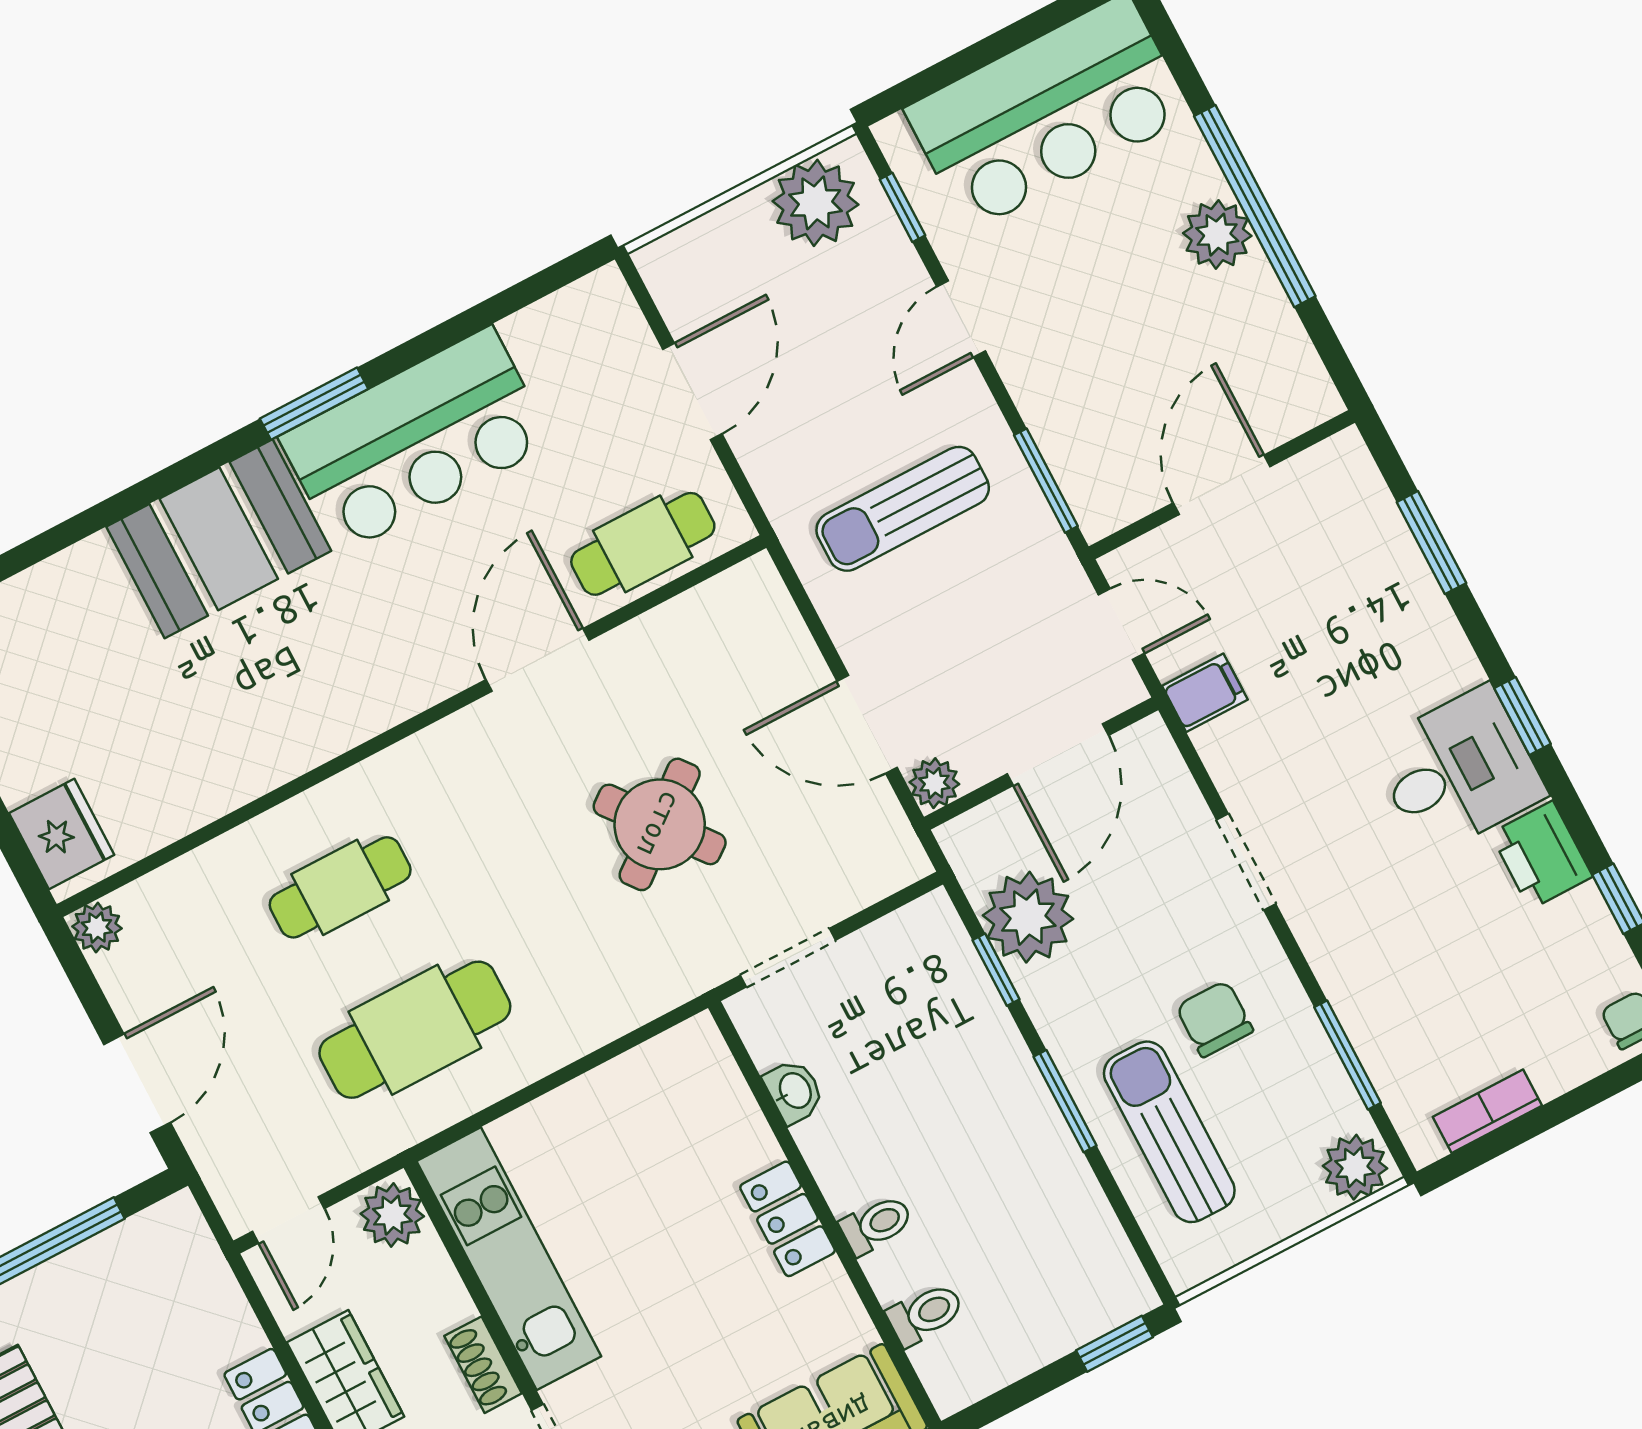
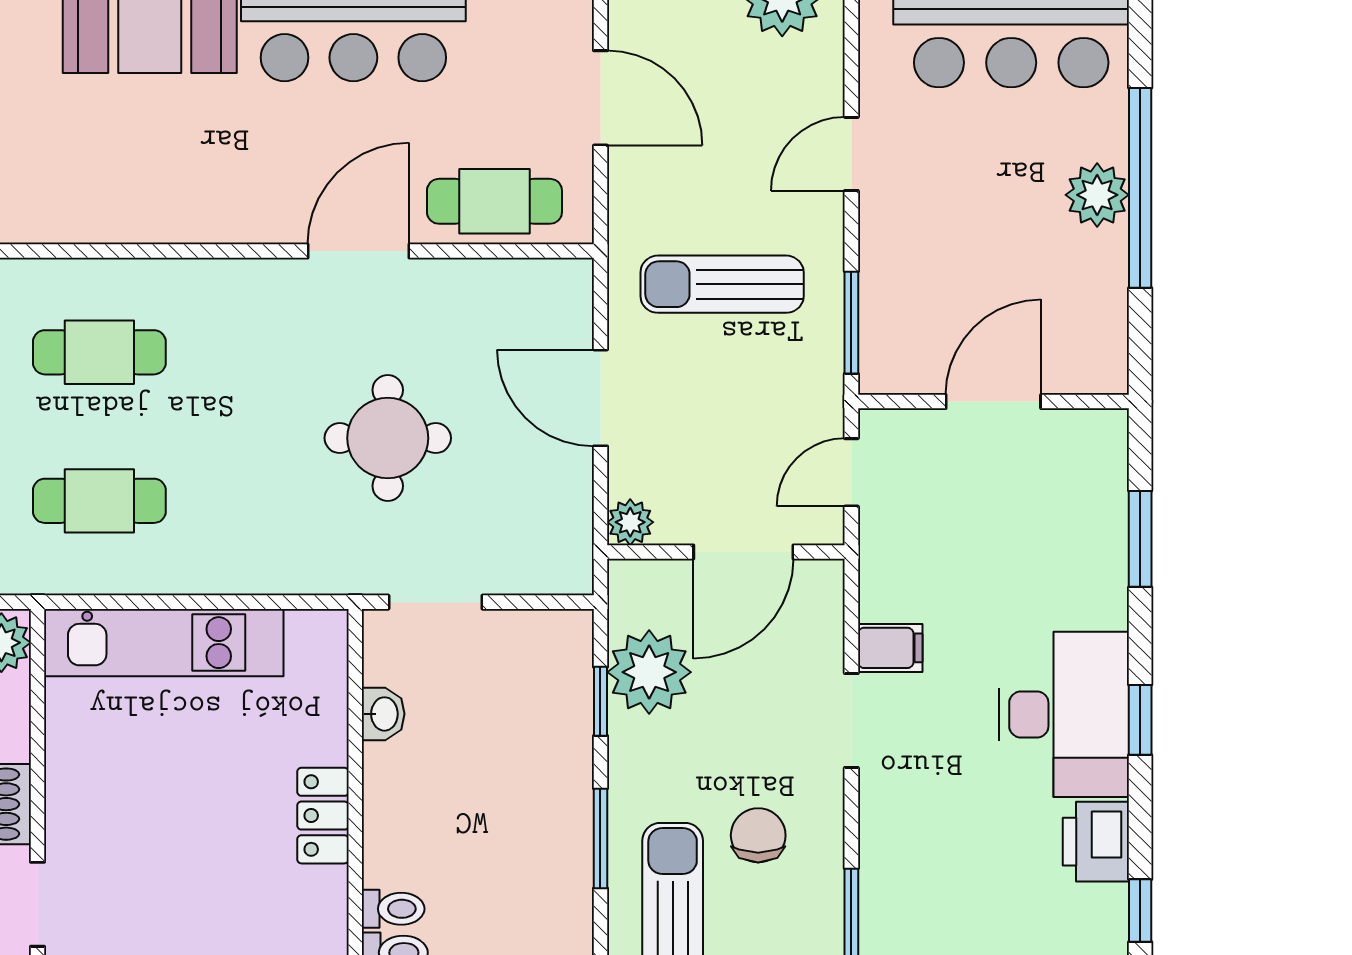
window: (902, 207) -> (851, 37), removed
door: (692, 391) -> (600, 98), hinge flipped
door: (1121, 624) -> (851, 472), swing flipped
filing cabinet: (1205, 693) -> (890, 648), moved
door: (867, 724) -> (600, 398), moved
desk: (1458, 771) -> (1064, 714), width x1.37
round table: (660, 824) -> (388, 438), turned 38
cafe table: (415, 1030) -> (99, 501), width x0.73, depth x0.74
toilet: (876, 1225) -> (393, 909), moved
kitchen unit: (509, 1259) -> (164, 643), moved, turned 90

